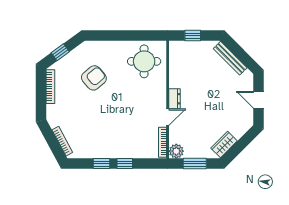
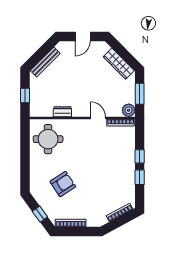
armchair: (94, 78) -> (63, 184), turned 98
dresser: (175, 99) -> (62, 112), moved
wardrobe: (224, 144) -> (119, 64), width x1.50

